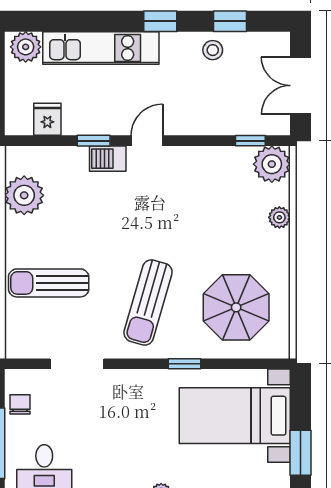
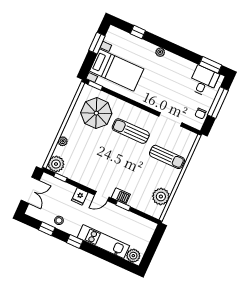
fridge: (47, 119) -> (80, 196), moved
sun lounger: (148, 302) -> (131, 131), turned -106
window: (184, 364) -> (95, 85), moved

